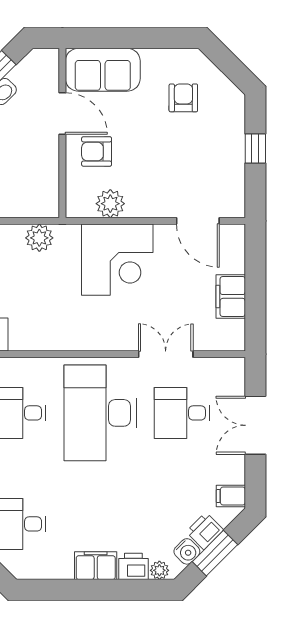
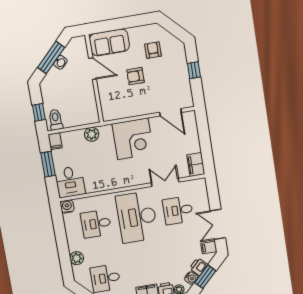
armchair: (97, 151) -> (135, 76), moved
plant: (110, 204) -> (125, 111), removed
filing cabinet: (231, 296) -> (196, 164), moved
double door: (255, 425) -> (218, 224), moved

